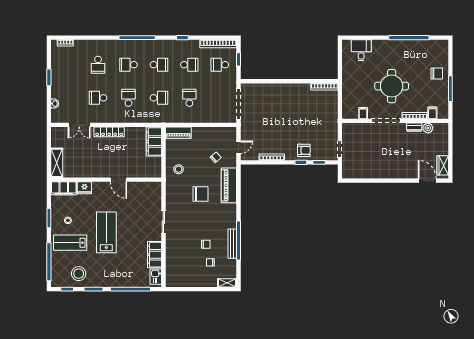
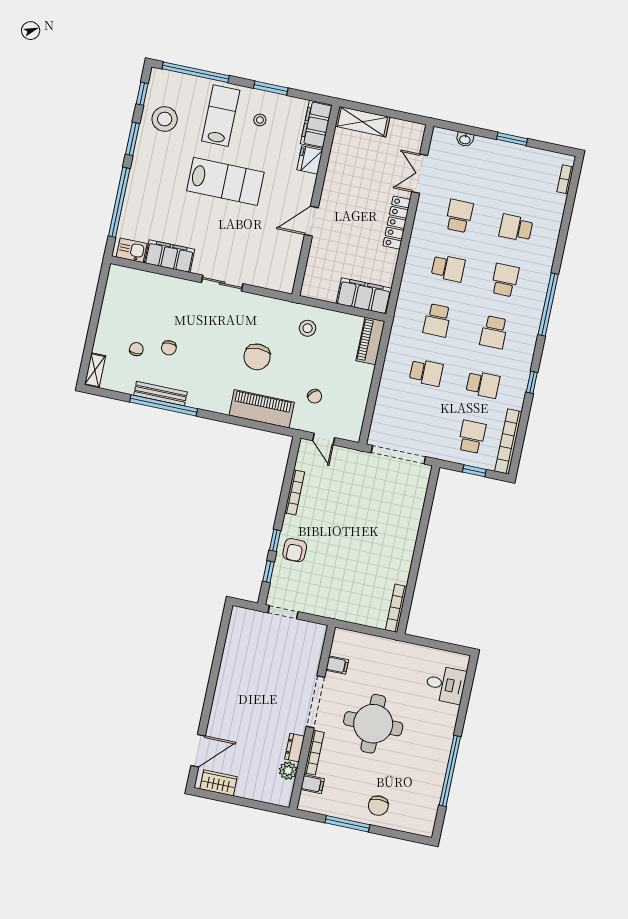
school desk: (189, 65) -> (483, 385), turned -90

